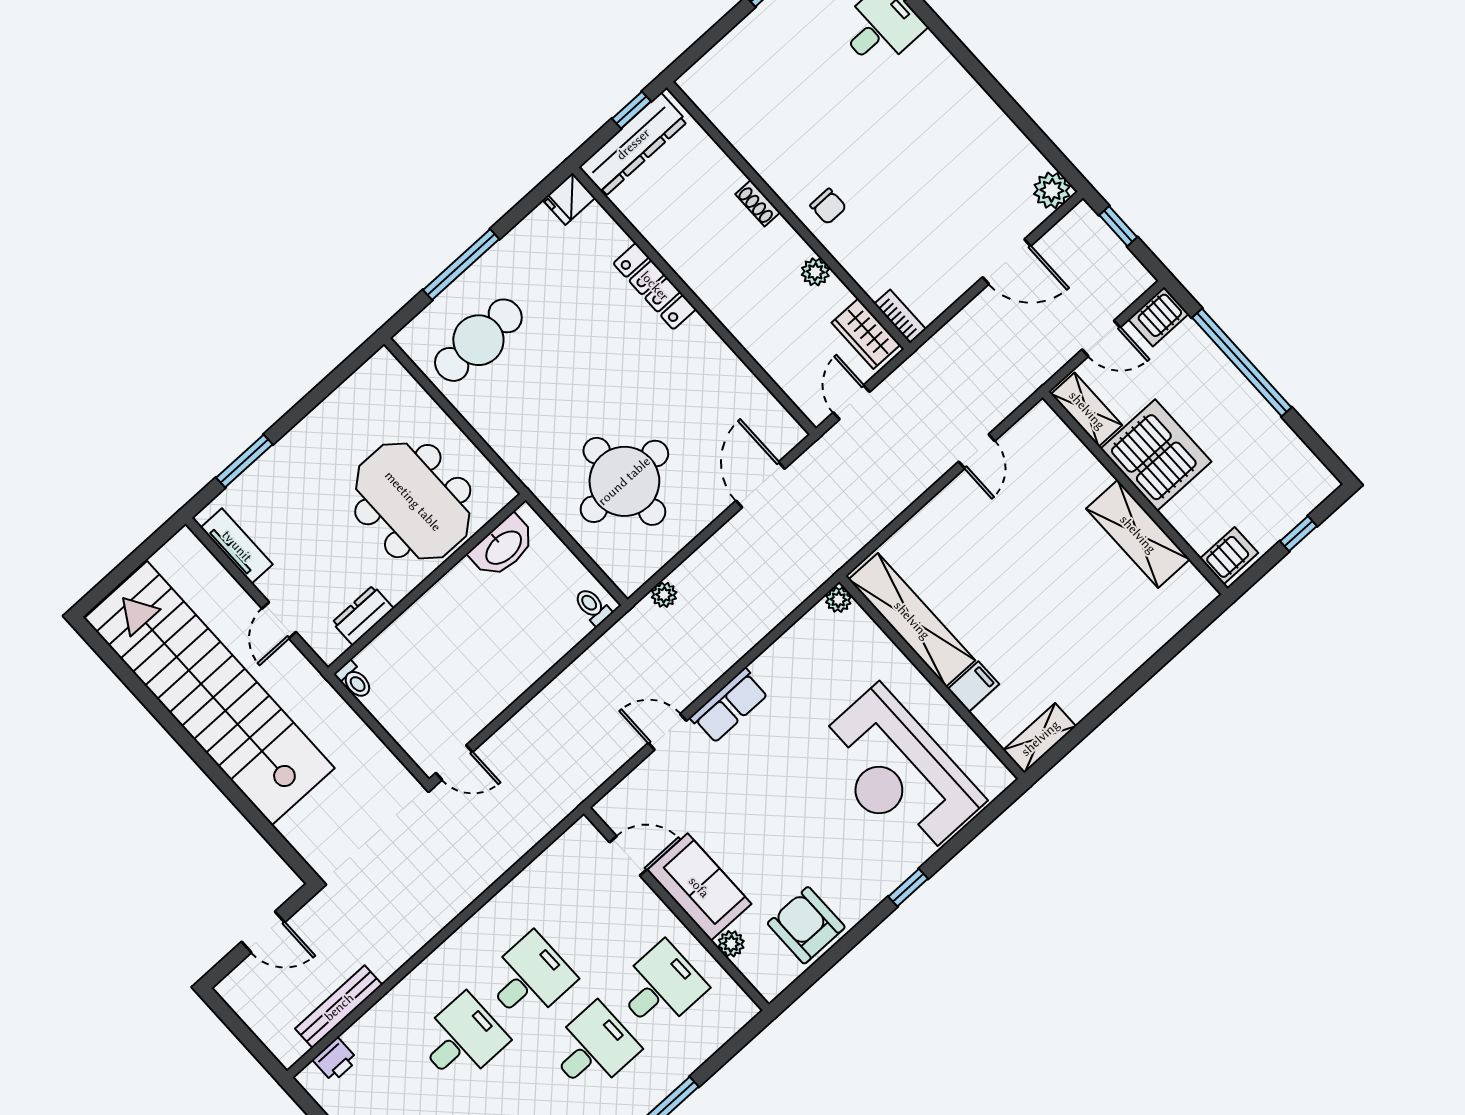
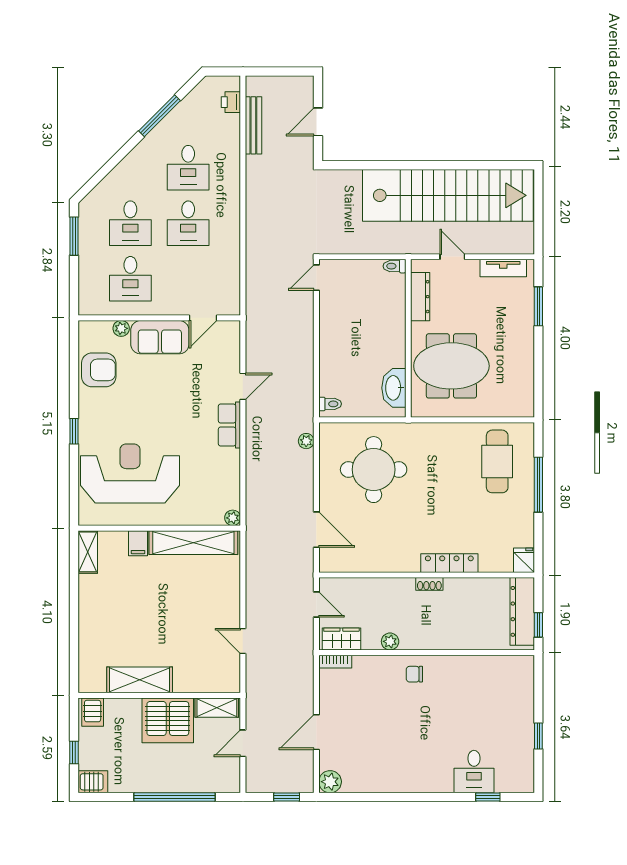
shoe rack: (758, 203) -> (429, 584), moved, turned 180
server rack: (1158, 317) -> (93, 782), moved, turned 90
dresser: (363, 615) -> (420, 297), width x1.44

